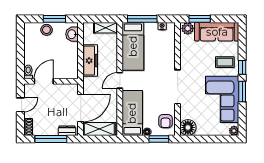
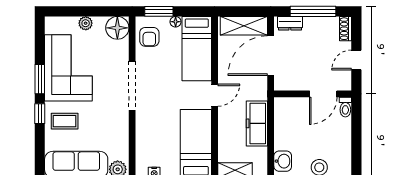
armchair: (165, 121) -> (149, 37), turned 180
plant: (234, 131) -> (86, 23), moved

